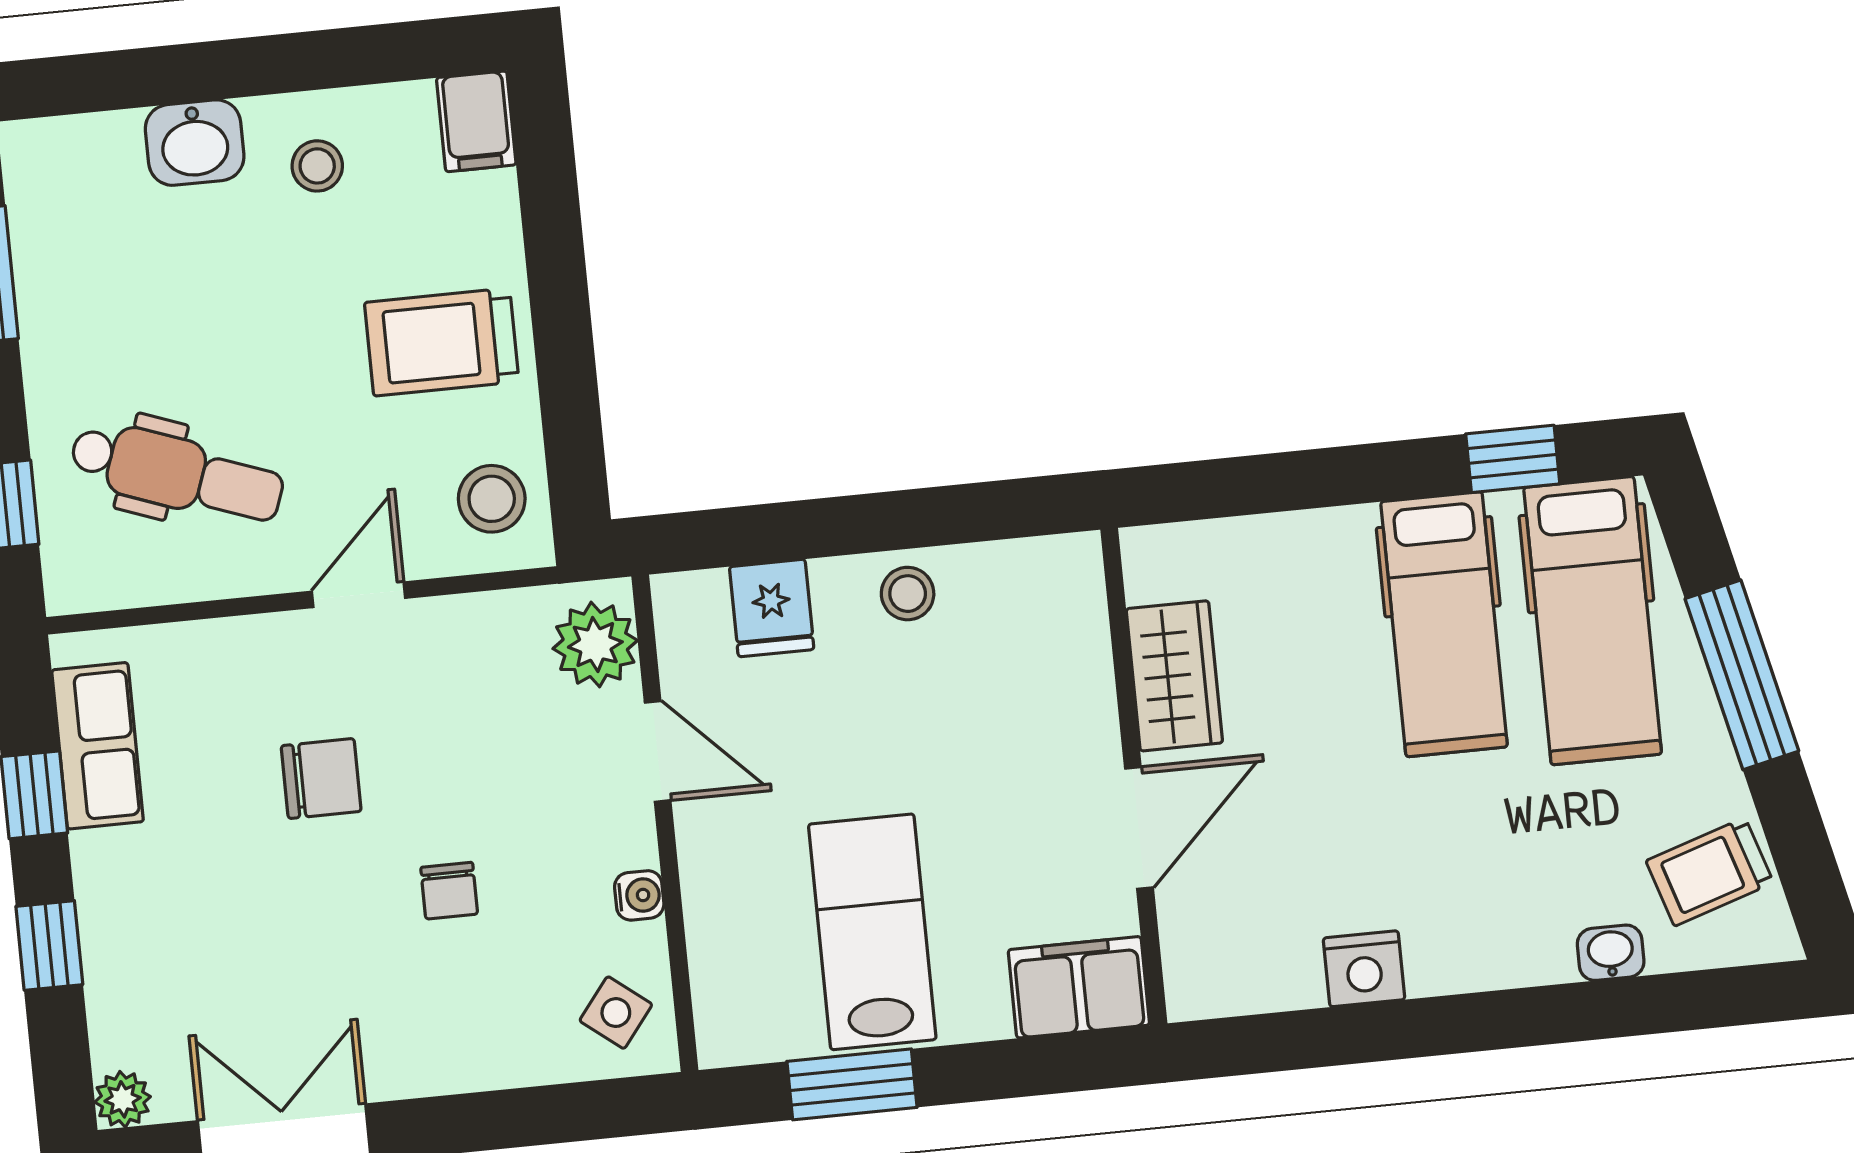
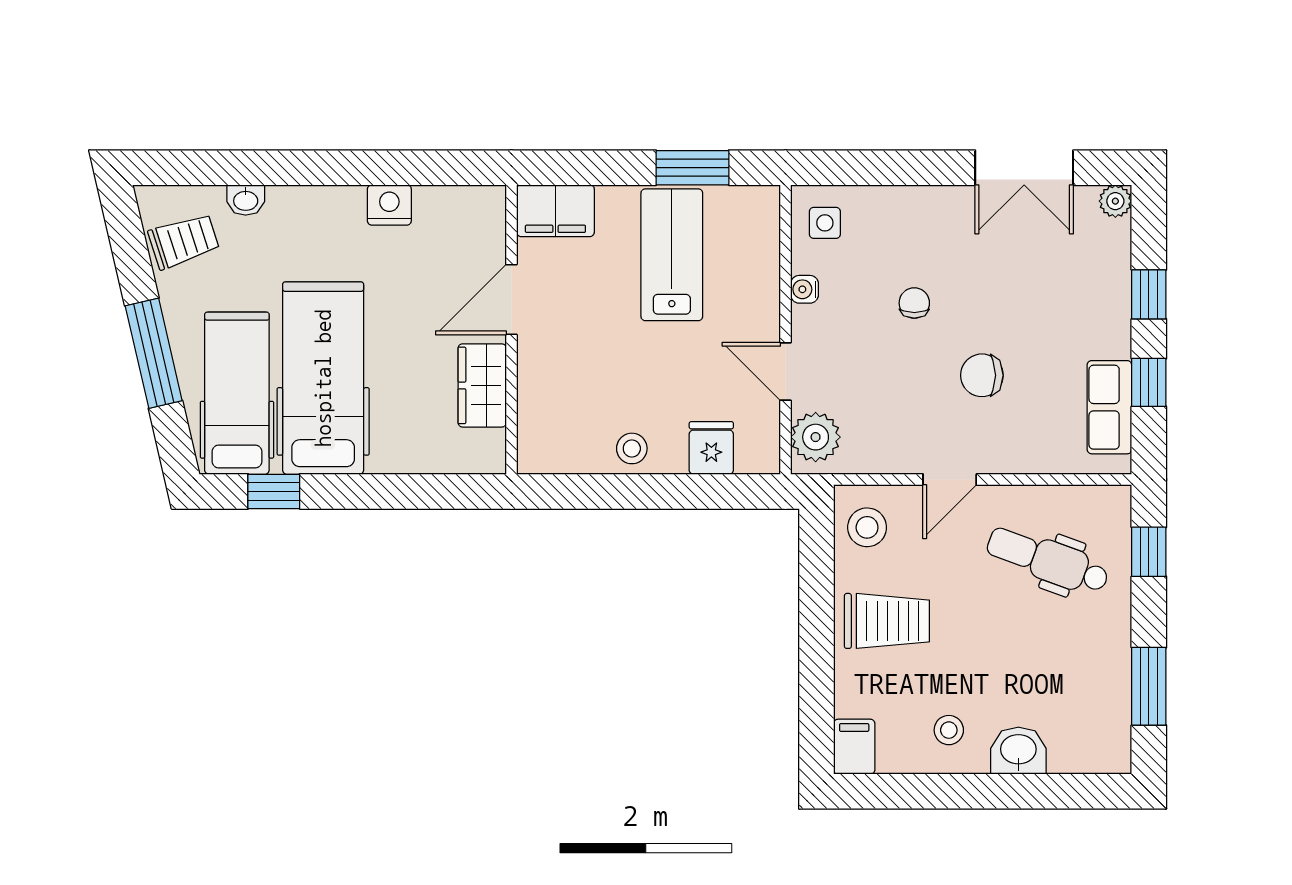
hospital bed: (1444, 624) -> (323, 378), width x1.37, depth x1.29
lab bench: (872, 932) -> (672, 255), turned 180
side table: (616, 1013) -> (825, 223), turned -38

